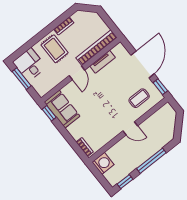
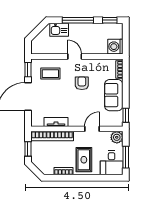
window: (108, 21) -> (28, 149), added
door: (77, 73) -> (92, 129), moved
plant: (42, 89) -> (117, 137), added
sofa: (62, 109) -> (114, 95), moved
armchair: (107, 111) -> (82, 83), added
kitchen sink: (161, 140) -> (59, 30), added

